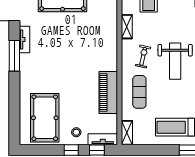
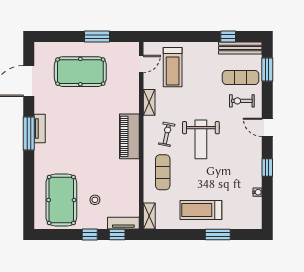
tv unit: (25, 39) -> (40, 128), moved
piano: (108, 92) -> (129, 136), moved
stool: (76, 132) -> (95, 200), moved

